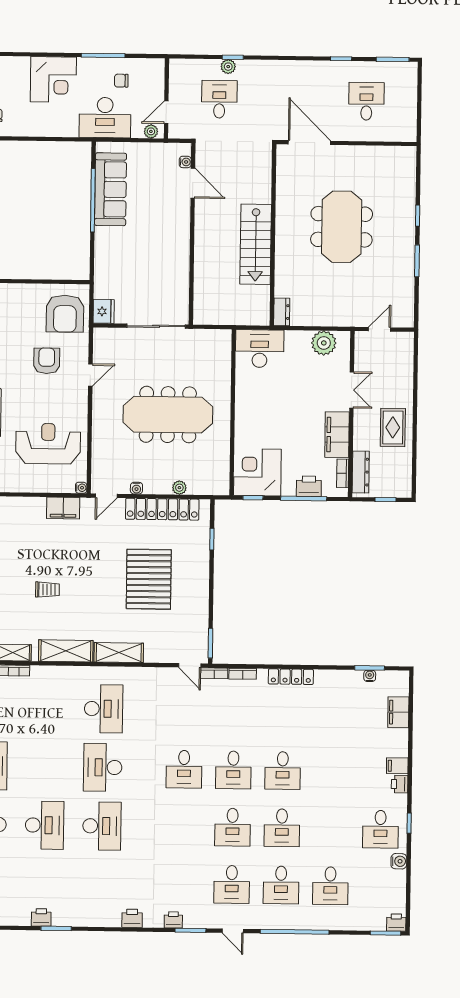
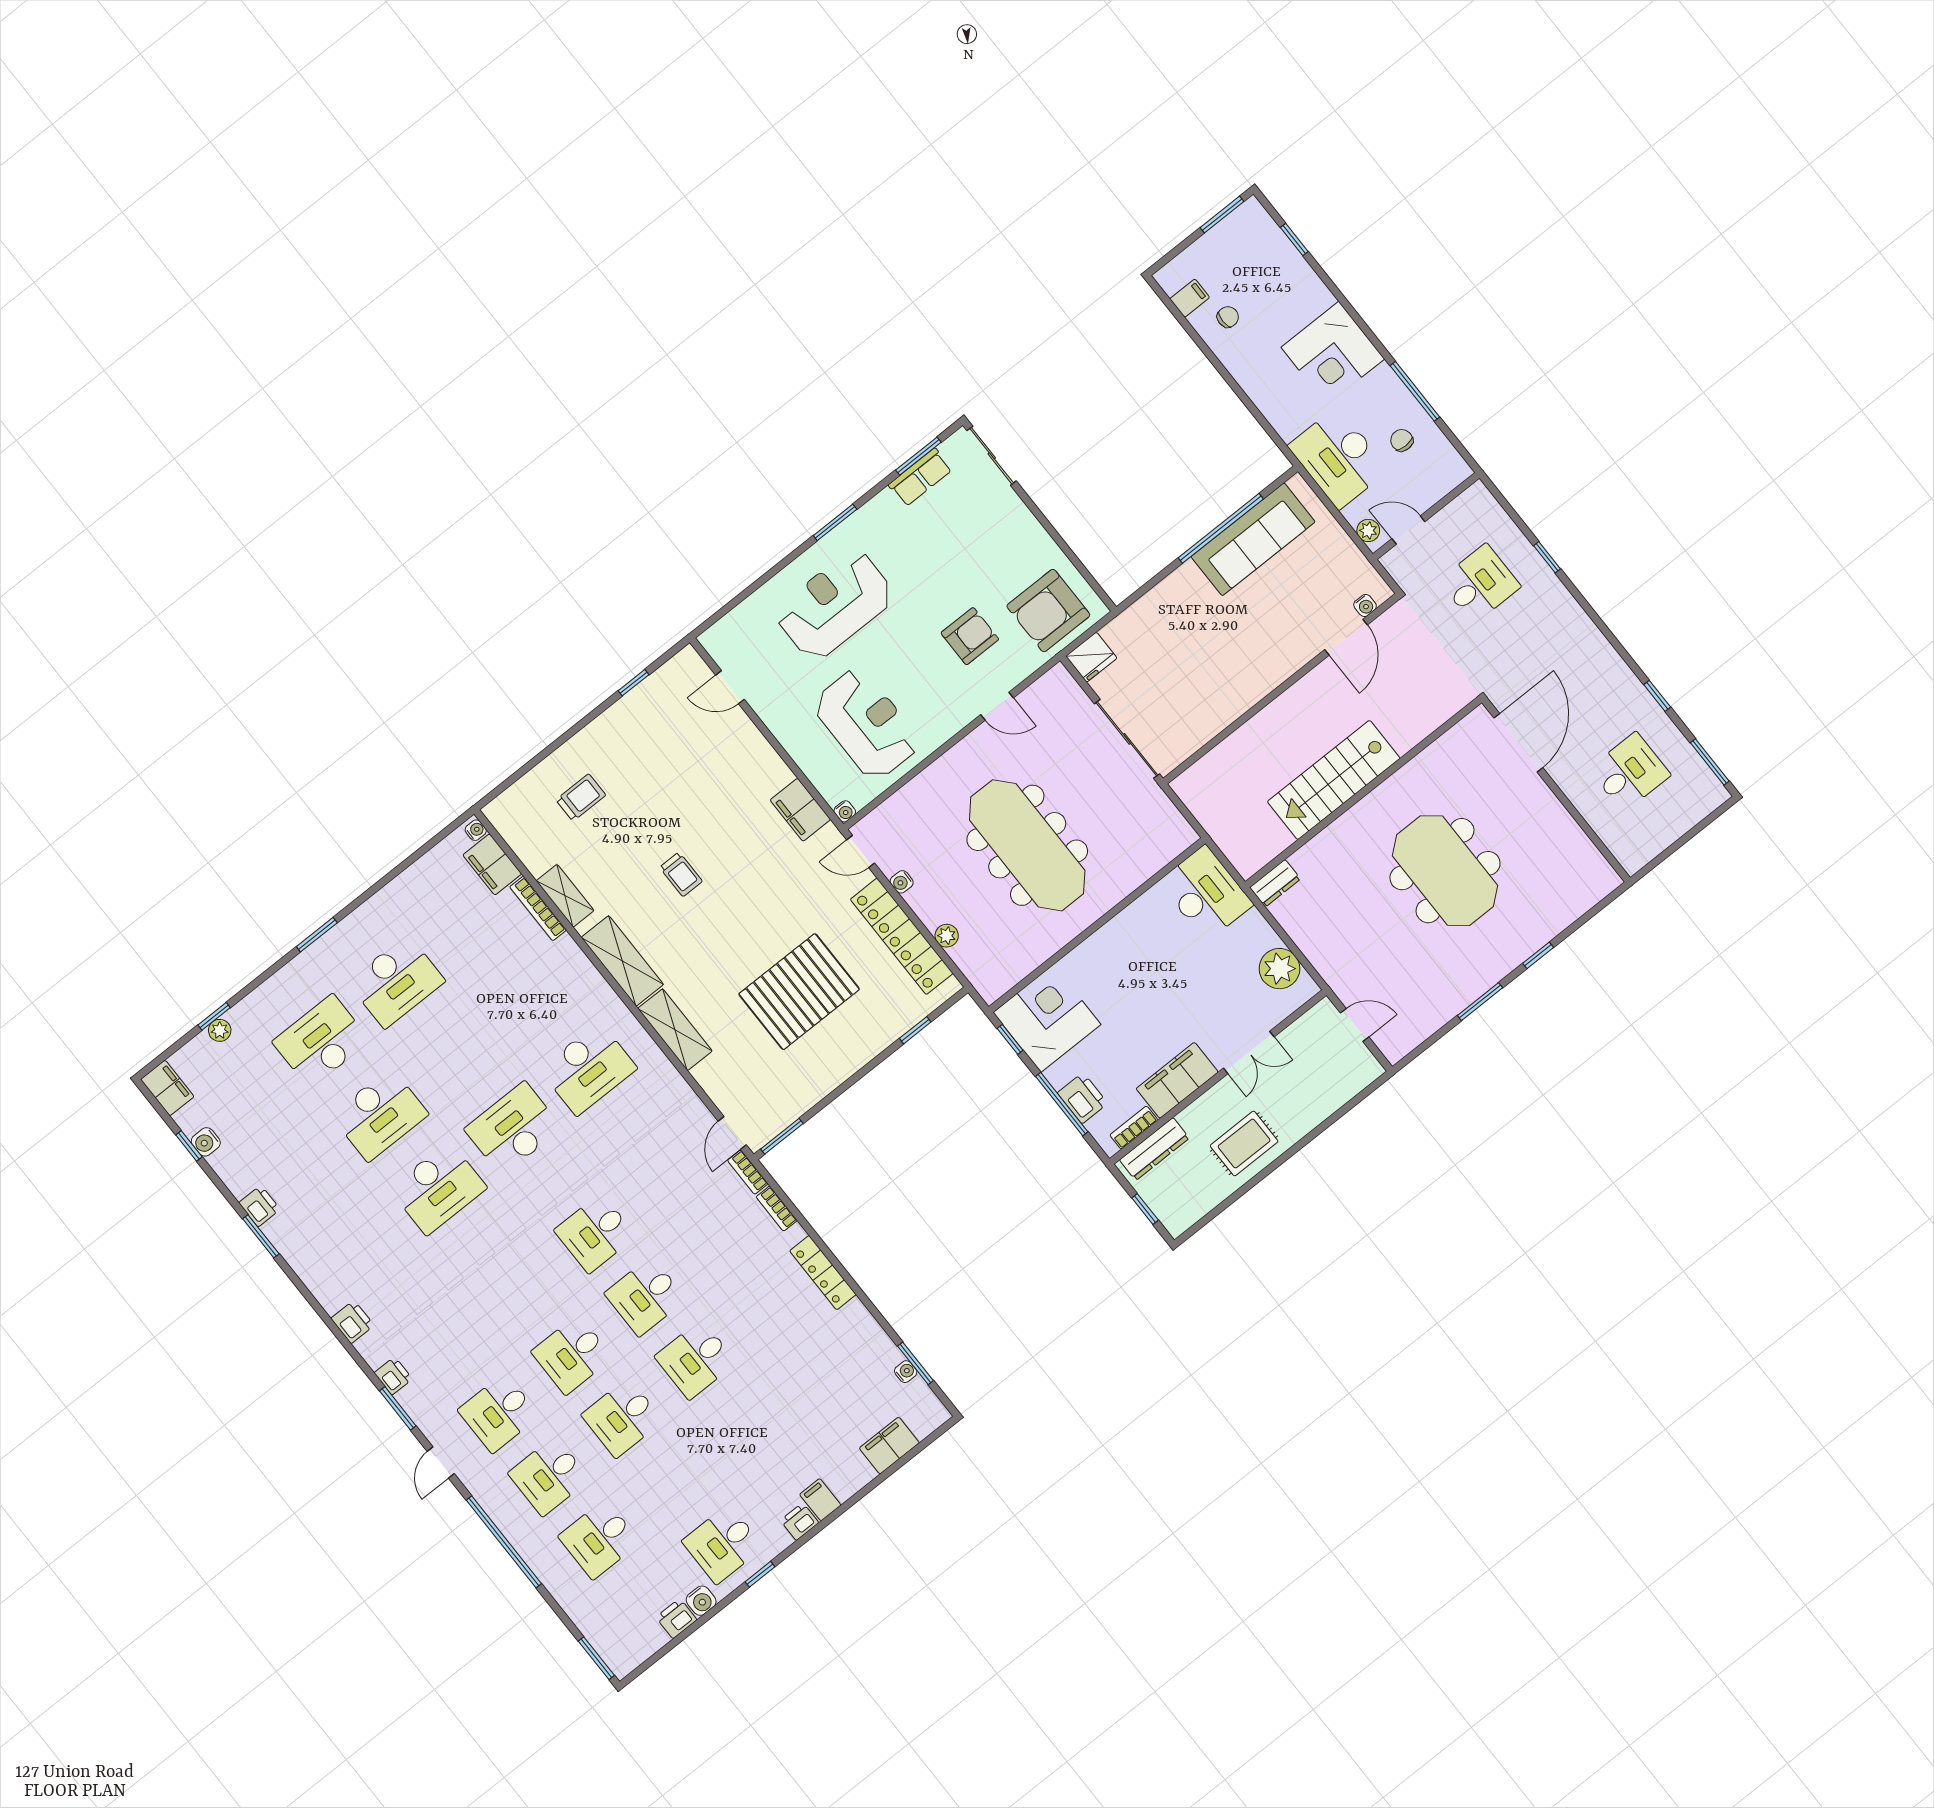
plant: (228, 67) -> (1530, 561), removed
meeting table: (342, 227) -> (1445, 871), turned 90
printer: (396, 923) -> (676, 1618), moved, turned -90

